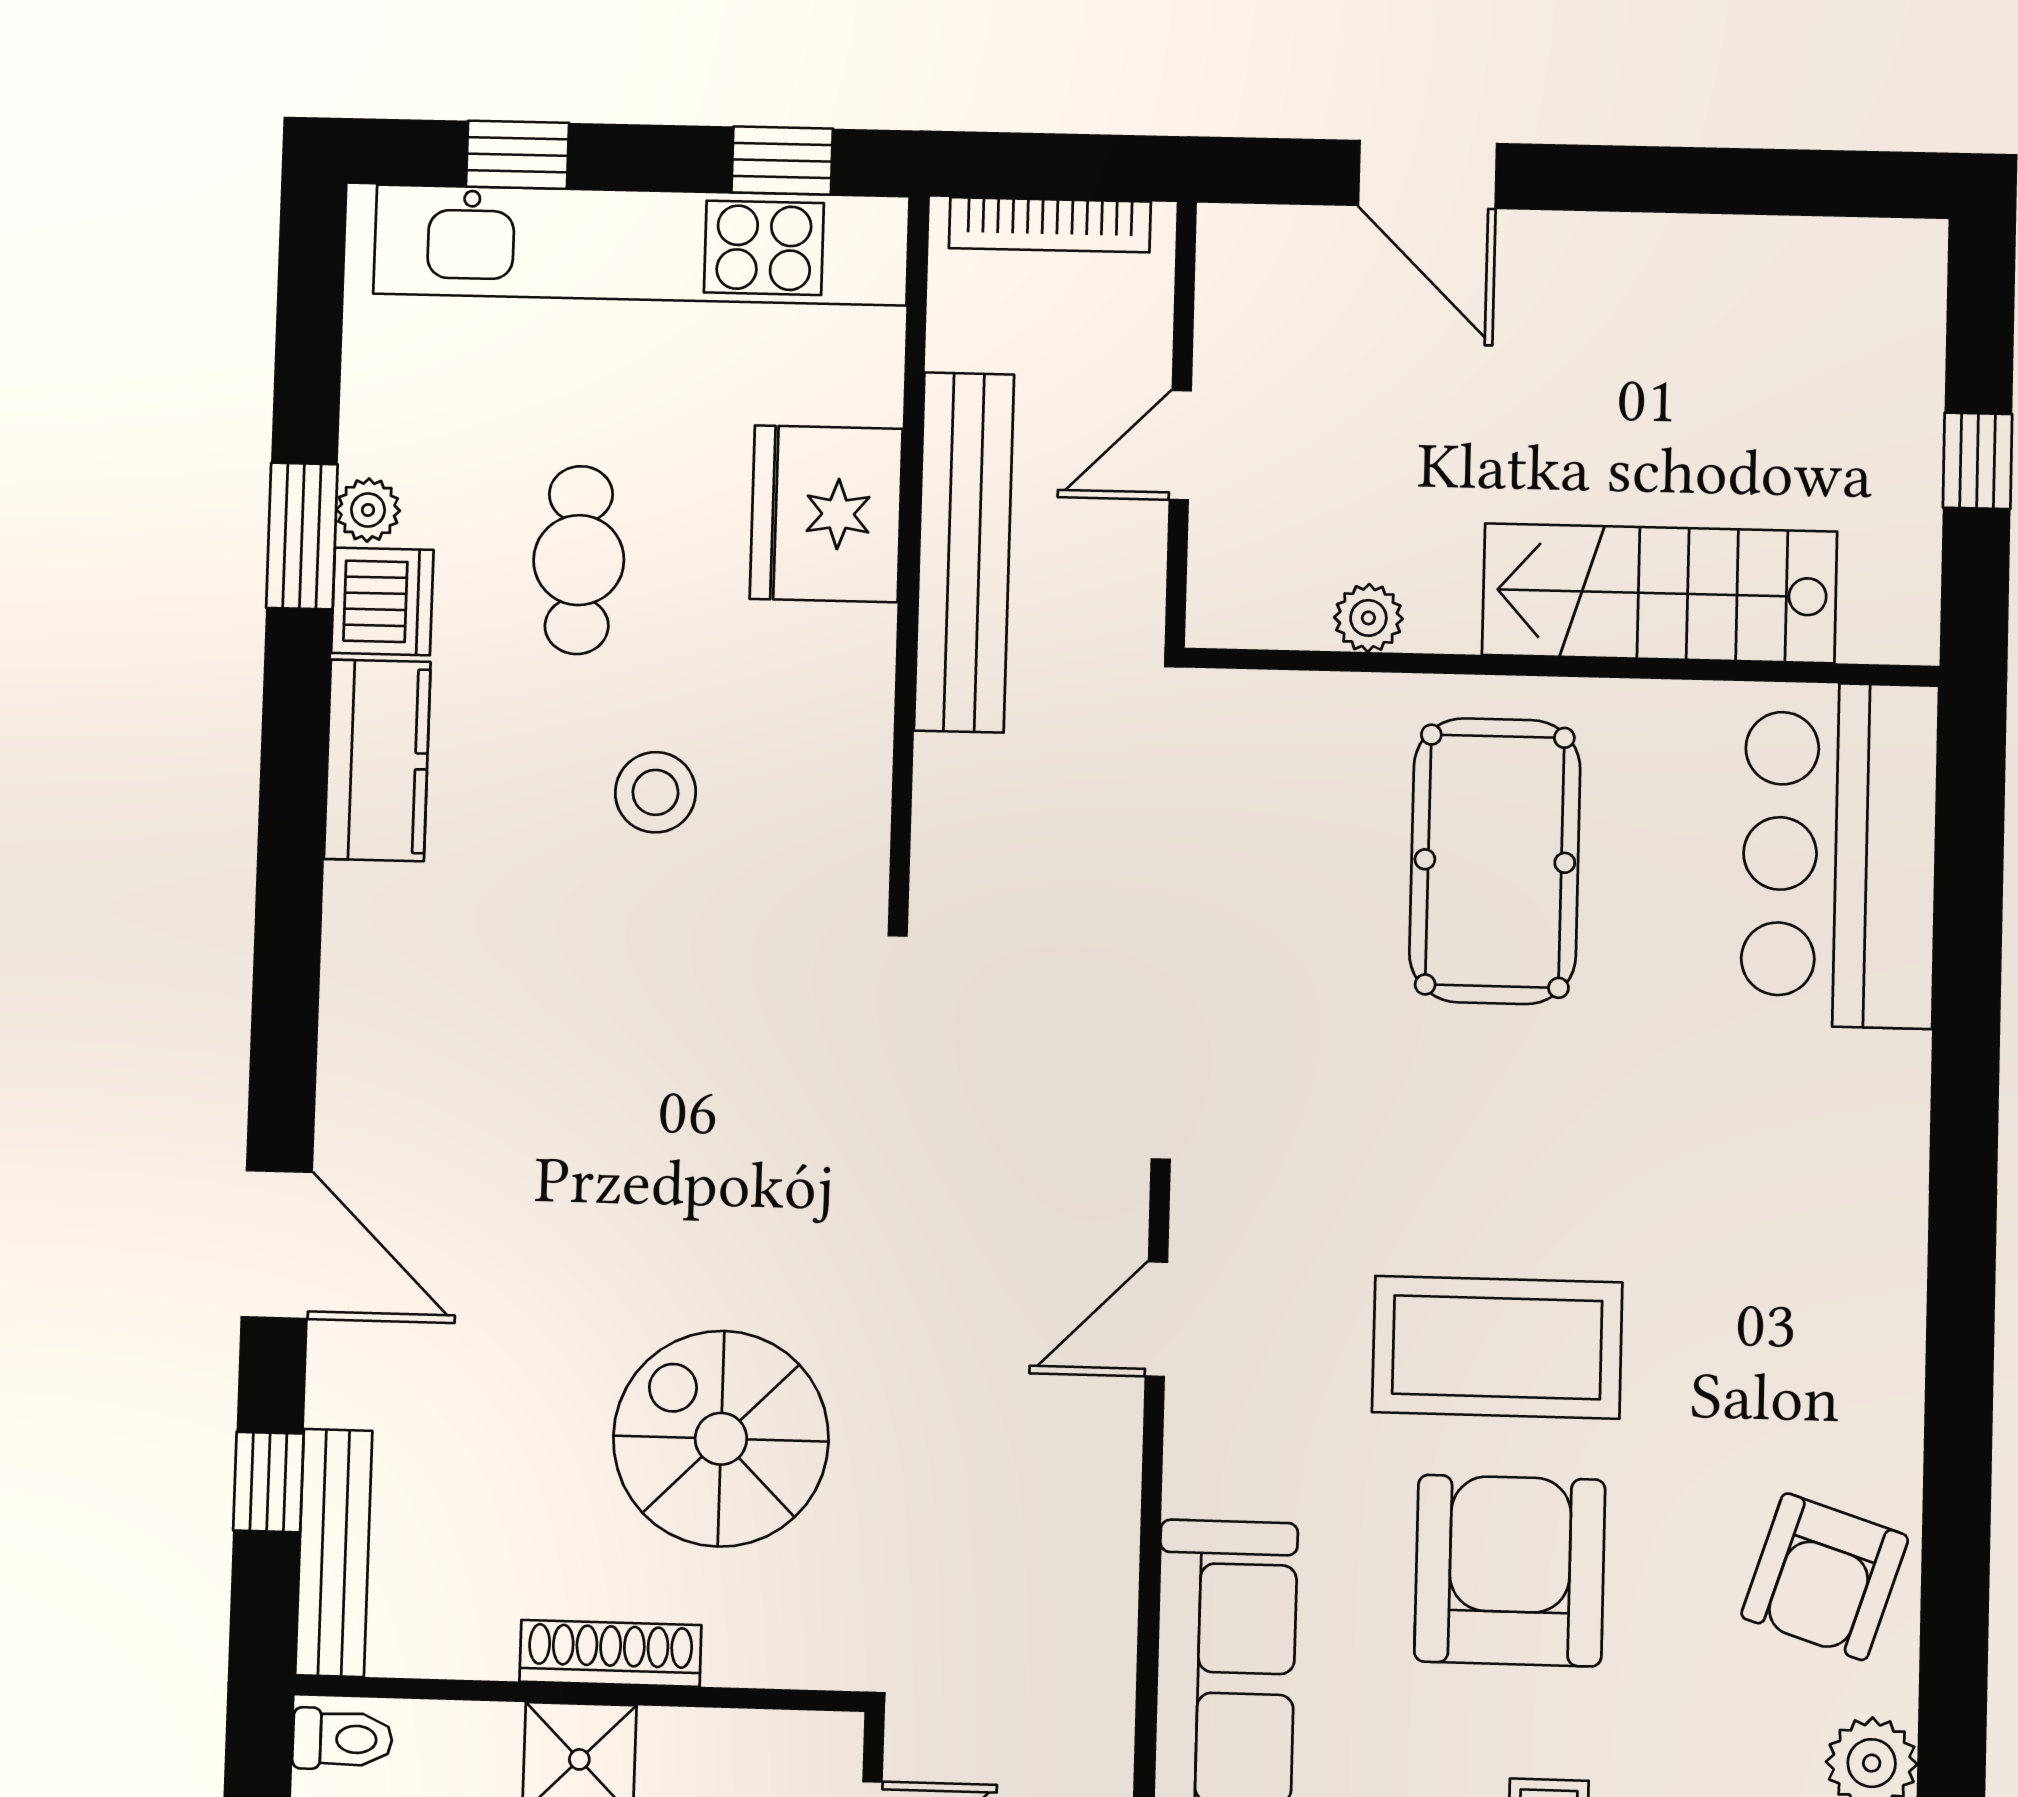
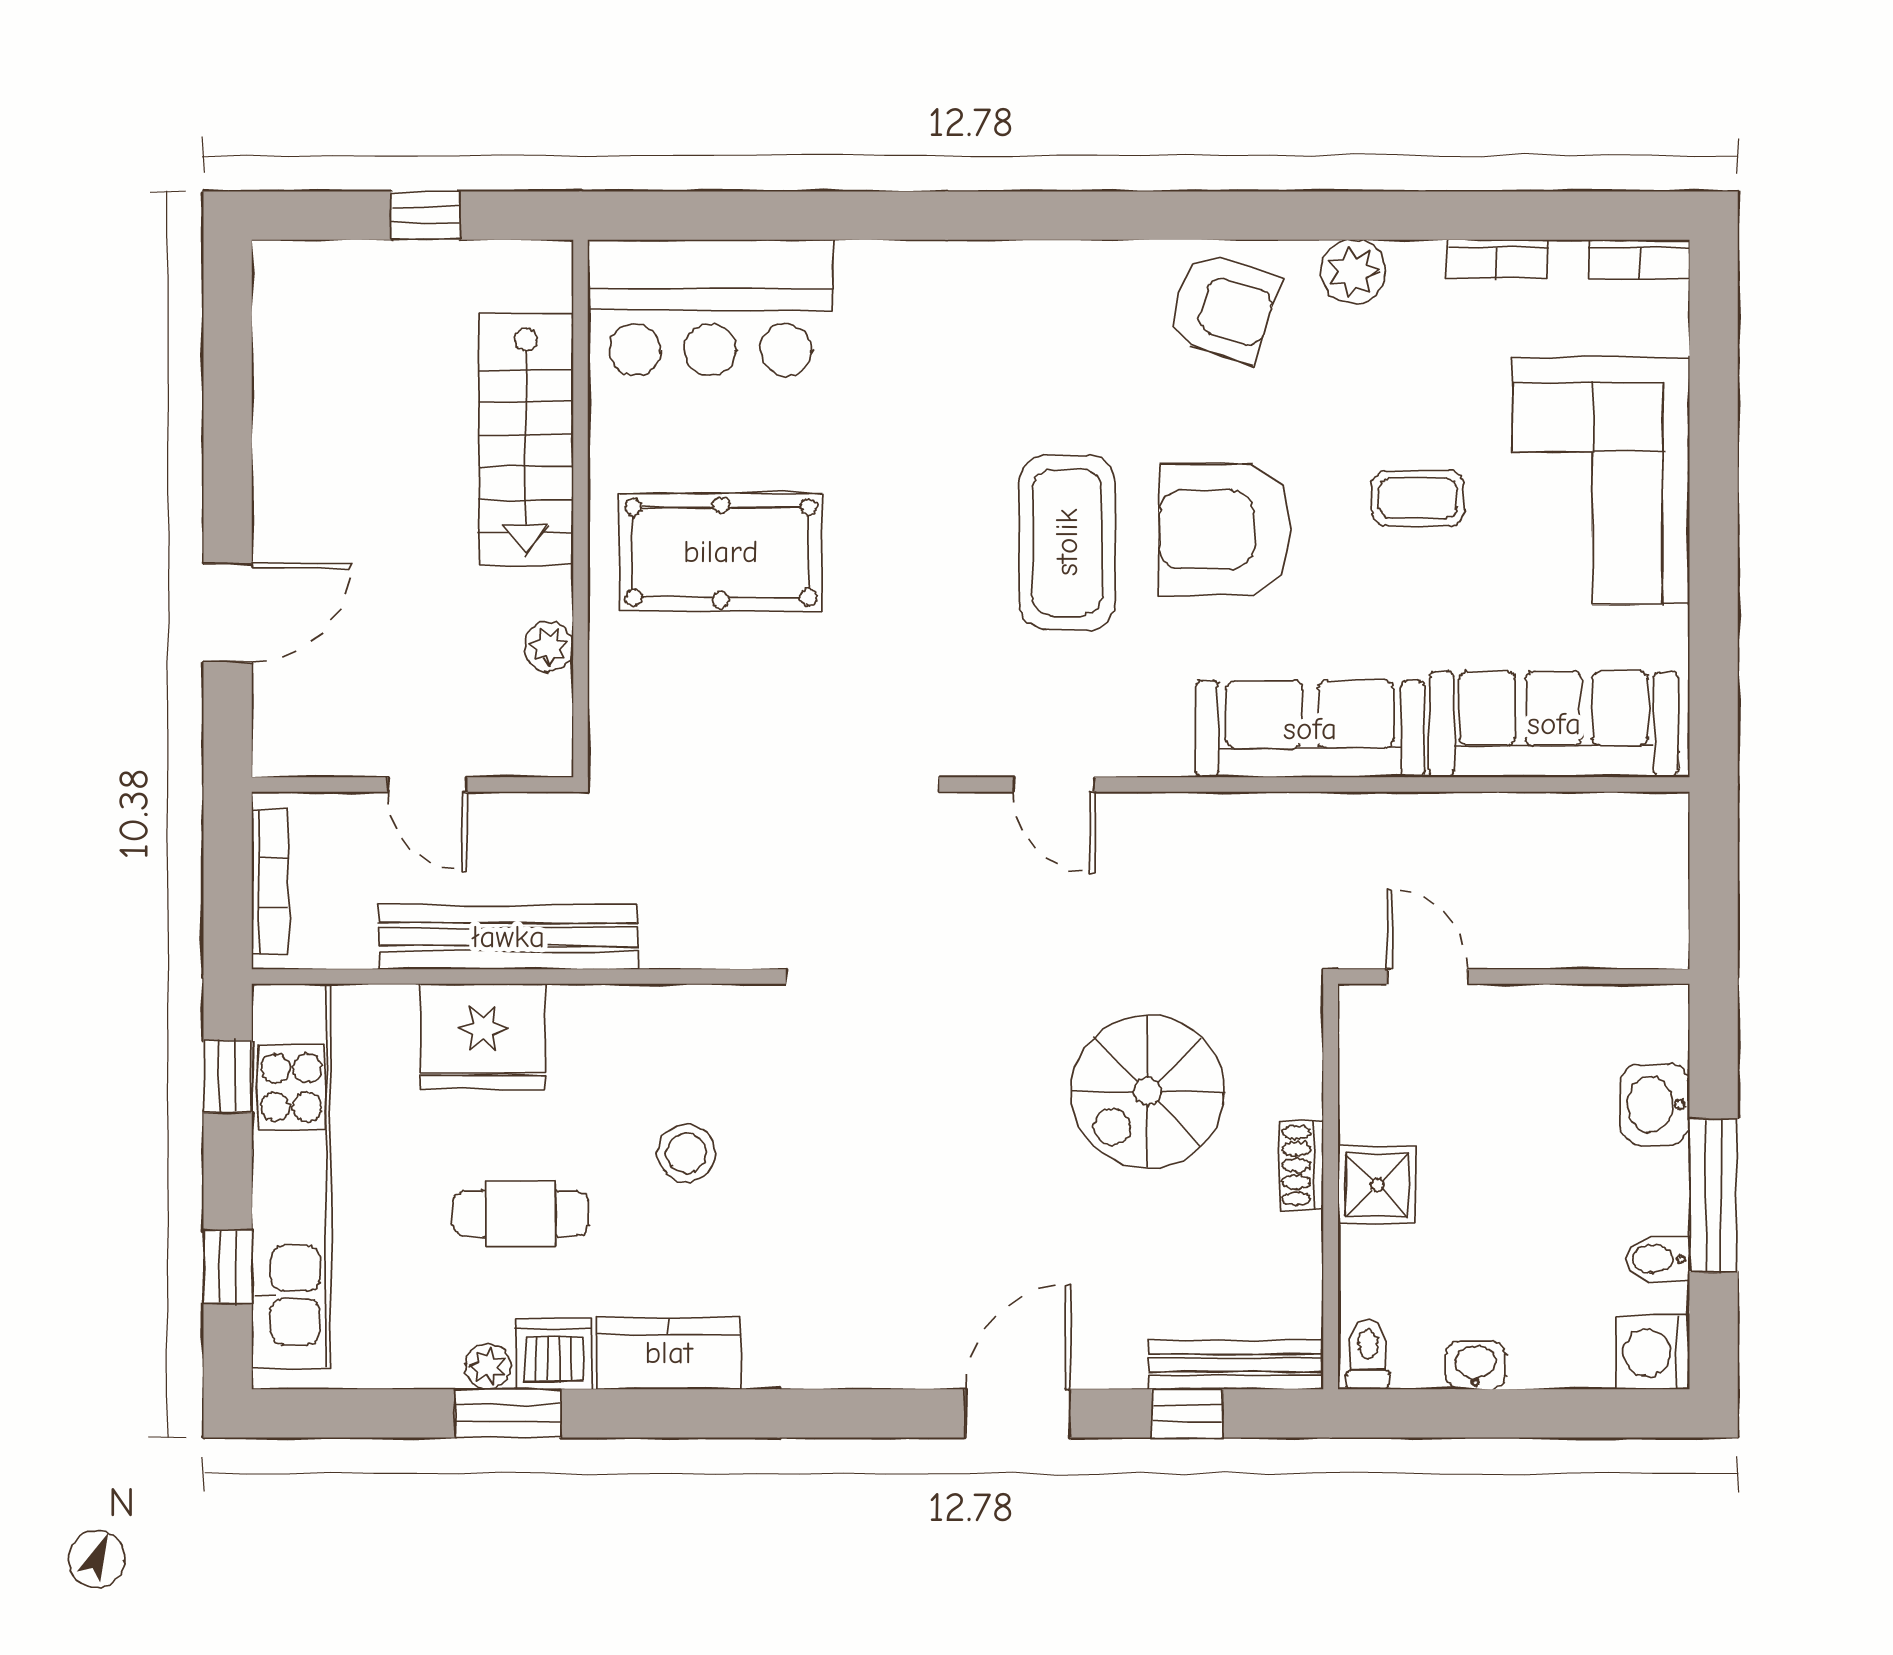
shoe rack: (610, 1653) -> (1302, 1165), width x0.70

